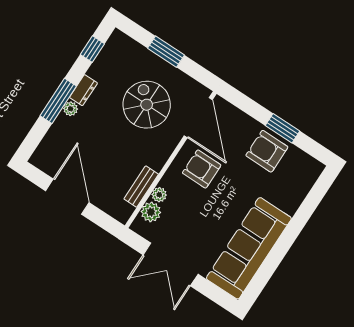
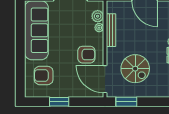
window: (166, 52) -> (126, 102), moved
armchair: (267, 151) -> (44, 75), moved, turned 180
bench: (141, 187) -> (111, 30), width x1.36

